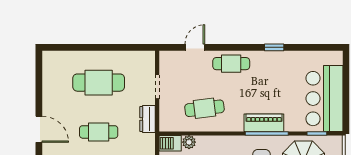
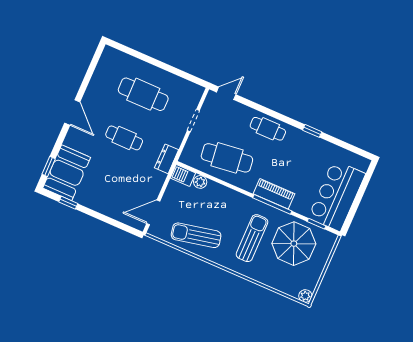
door: (195, 47) -> (226, 93), moved
cafe table: (204, 108) -> (227, 158), width x1.37, depth x1.35
dresser: (148, 119) -> (167, 159), moved

